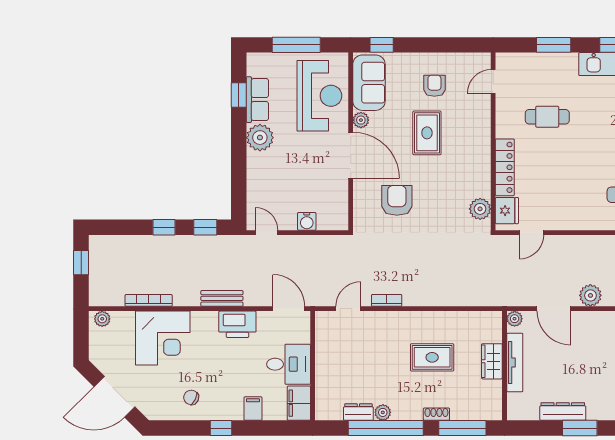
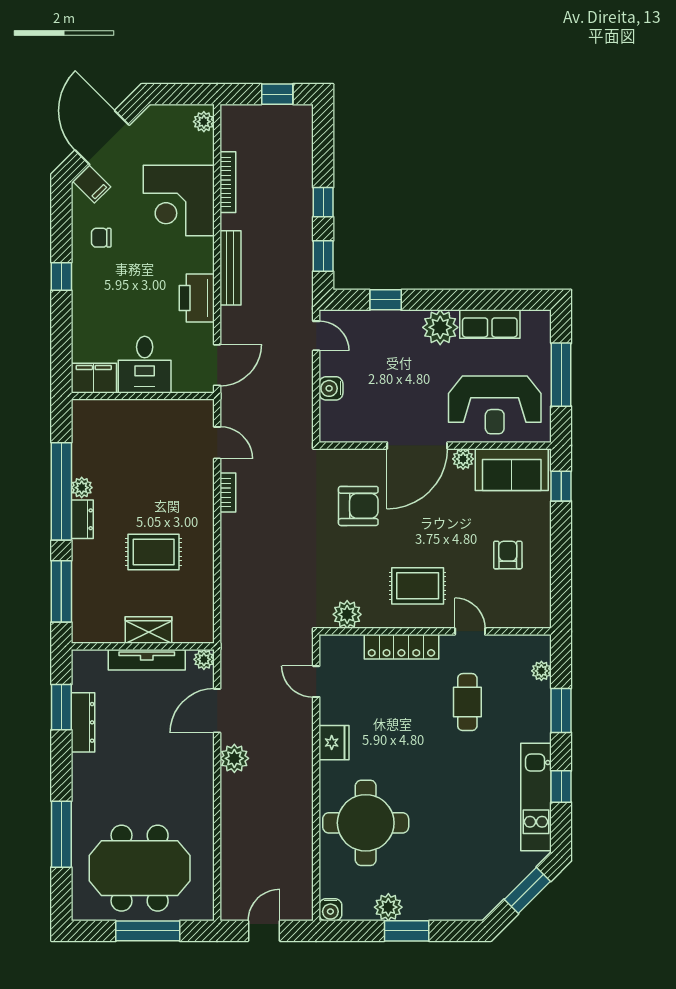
plant: (523, 60) -> (541, 671), added
door: (493, 81) -> (470, 631), moved
armchair: (434, 86) -> (508, 555), turned -90
window: (239, 95) -> (386, 300), moved
rug: (427, 133) -> (418, 586), moved
fridge: (507, 211) -> (334, 743), moved, turned -90
door: (266, 233) -> (316, 336), hinge flipped
bench: (222, 298) -> (230, 268), width x1.36
rug: (432, 357) -> (154, 552), turned 90
chair: (191, 397) -> (101, 238), turned -115
filing cabinet: (253, 409) -> (92, 184), moved, turned 45
dresser: (358, 412) -> (82, 519), moved
shoe rack: (436, 414) -> (79, 558), removed
window: (580, 428) -> (61, 707), moved

